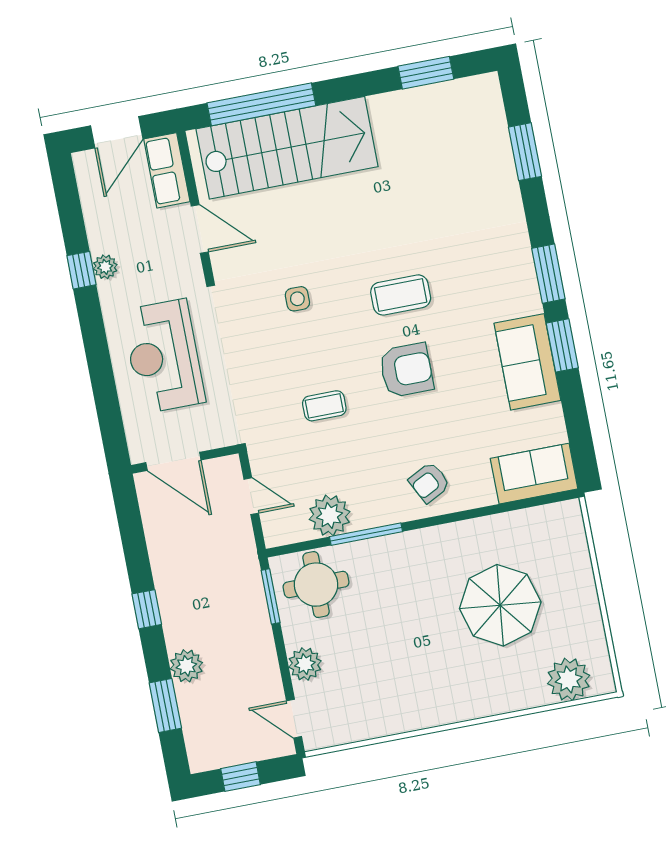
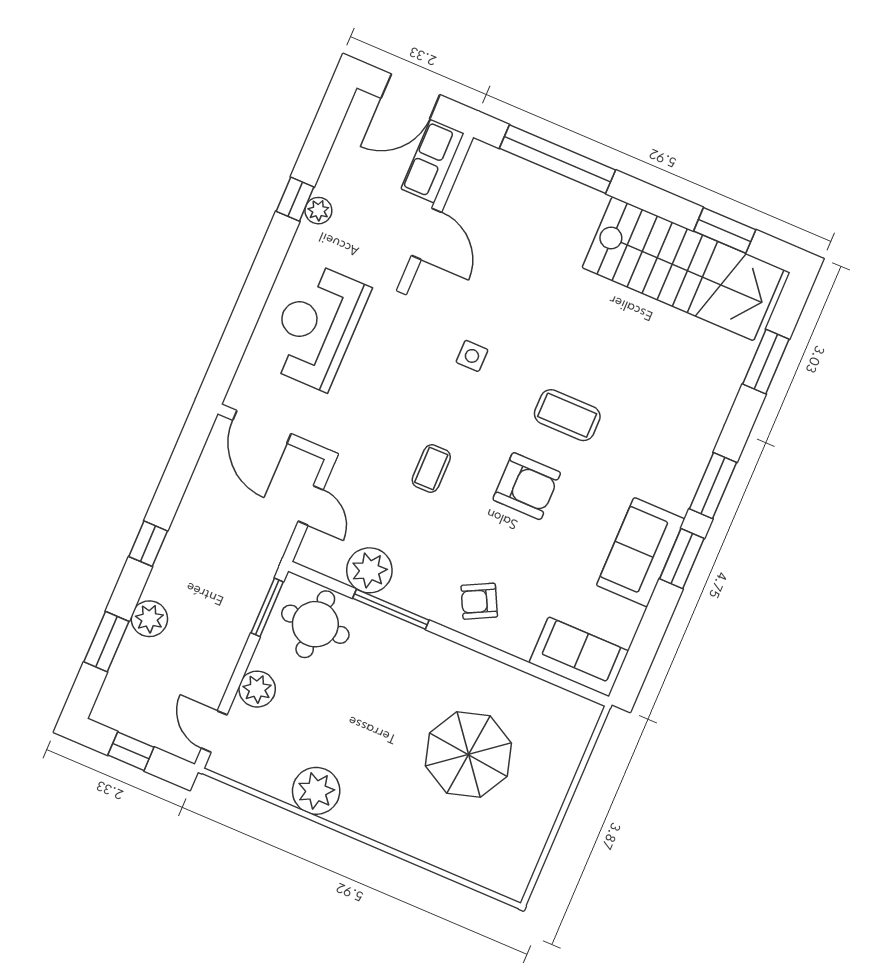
stairs: (287, 148) -> (683, 269), moved
coffee table: (324, 406) -> (431, 468), turned 90
plant: (569, 679) -> (316, 791), moved

